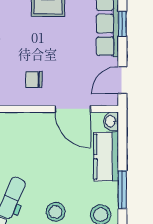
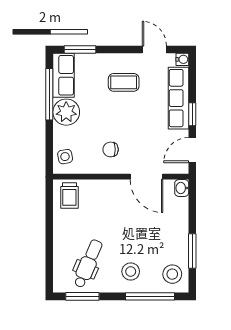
window: (122, 24) -> (192, 114), moved
kitchen counter: (106, 157) -> (177, 221), removed

